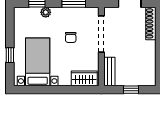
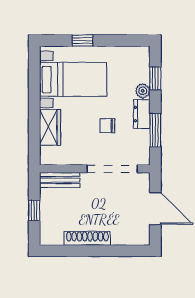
dresser: (62, 13) -> (142, 114), added
shoe rack: (151, 23) -> (87, 238), moved
wardrobe: (84, 78) -> (50, 127), moved

